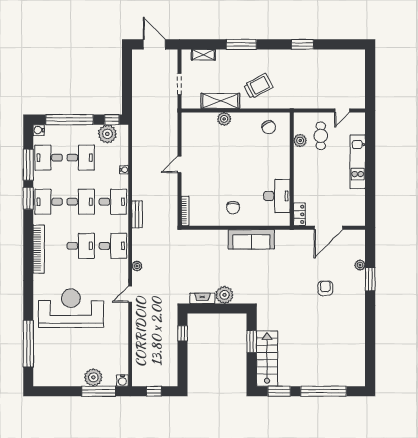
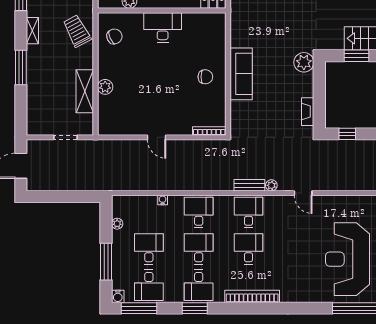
shelving: (203, 55) -> (32, 31), moved
trolley: (258, 86) -> (77, 31), moved
window: (69, 120) -> (106, 262), width x0.68
window: (112, 120) -> (106, 214), removed
plant: (107, 134) -> (117, 224), width x0.53, depth x0.53
window: (28, 165) -> (139, 308), moved
desk: (277, 196) -> (163, 27), moved
bench: (137, 214) -> (249, 185), moved
sofa: (251, 239) -> (241, 74), moved
plant: (224, 295) -> (304, 62), moved
reception desk: (71, 308) -> (348, 259), moved

